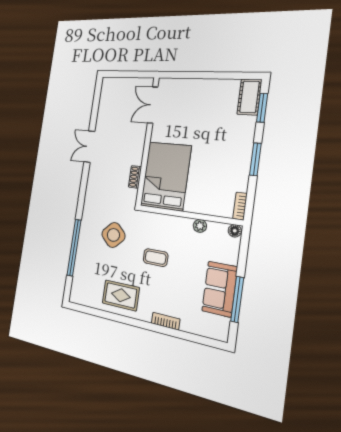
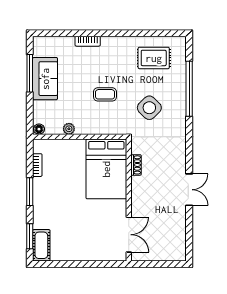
bookcase: (240, 206) -> (37, 165), moved
rug: (121, 295) -> (154, 58), moved

